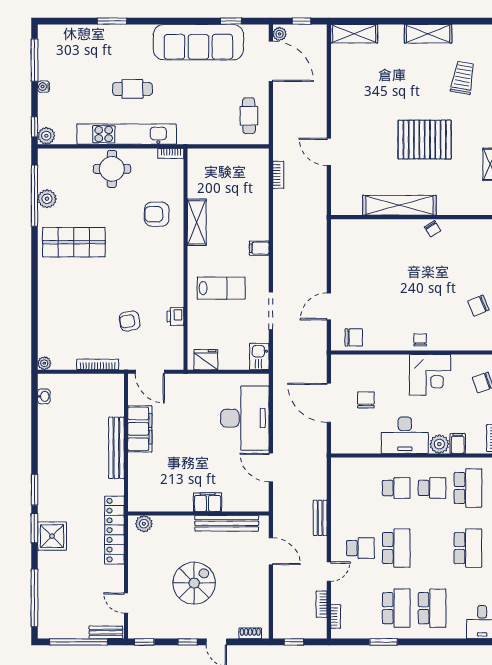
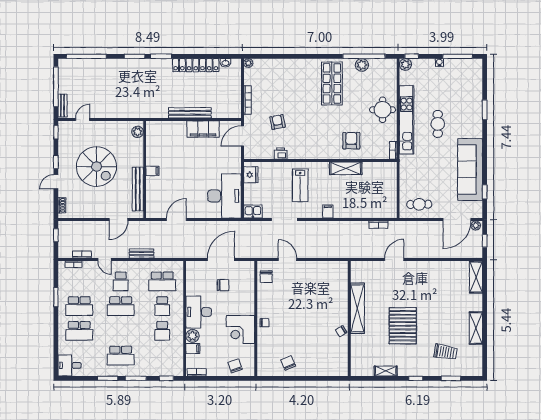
desk: (245, 418) -> (224, 196), moved, turned -90
school desk: (468, 488) -> (162, 281), moved
filing cabinet: (208, 502) -> (152, 171), width x0.50
locker: (114, 530) -> (196, 65), moved, turned 180
shower: (52, 536) -> (129, 68), removed
spiral stairs: (194, 583) -> (97, 167), width x1.37, depth x1.37

